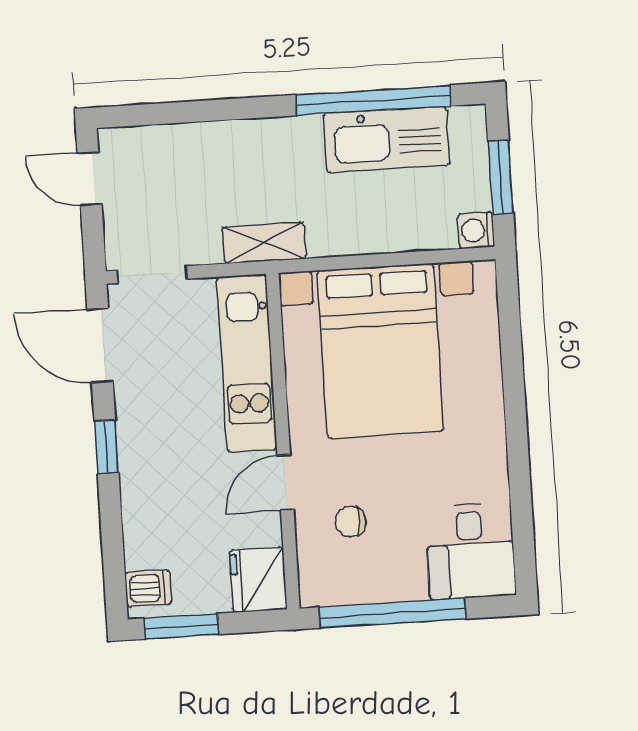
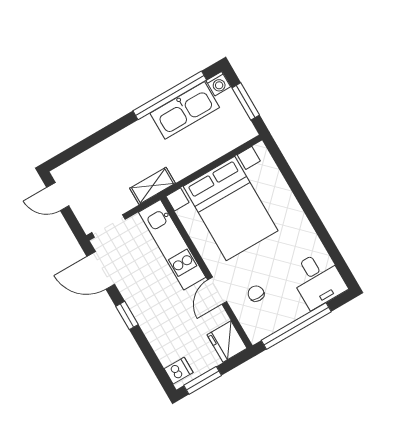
washing machine: (476, 230) -> (218, 84), moved, turned -90
chair: (351, 522) -> (256, 294), turned 90

